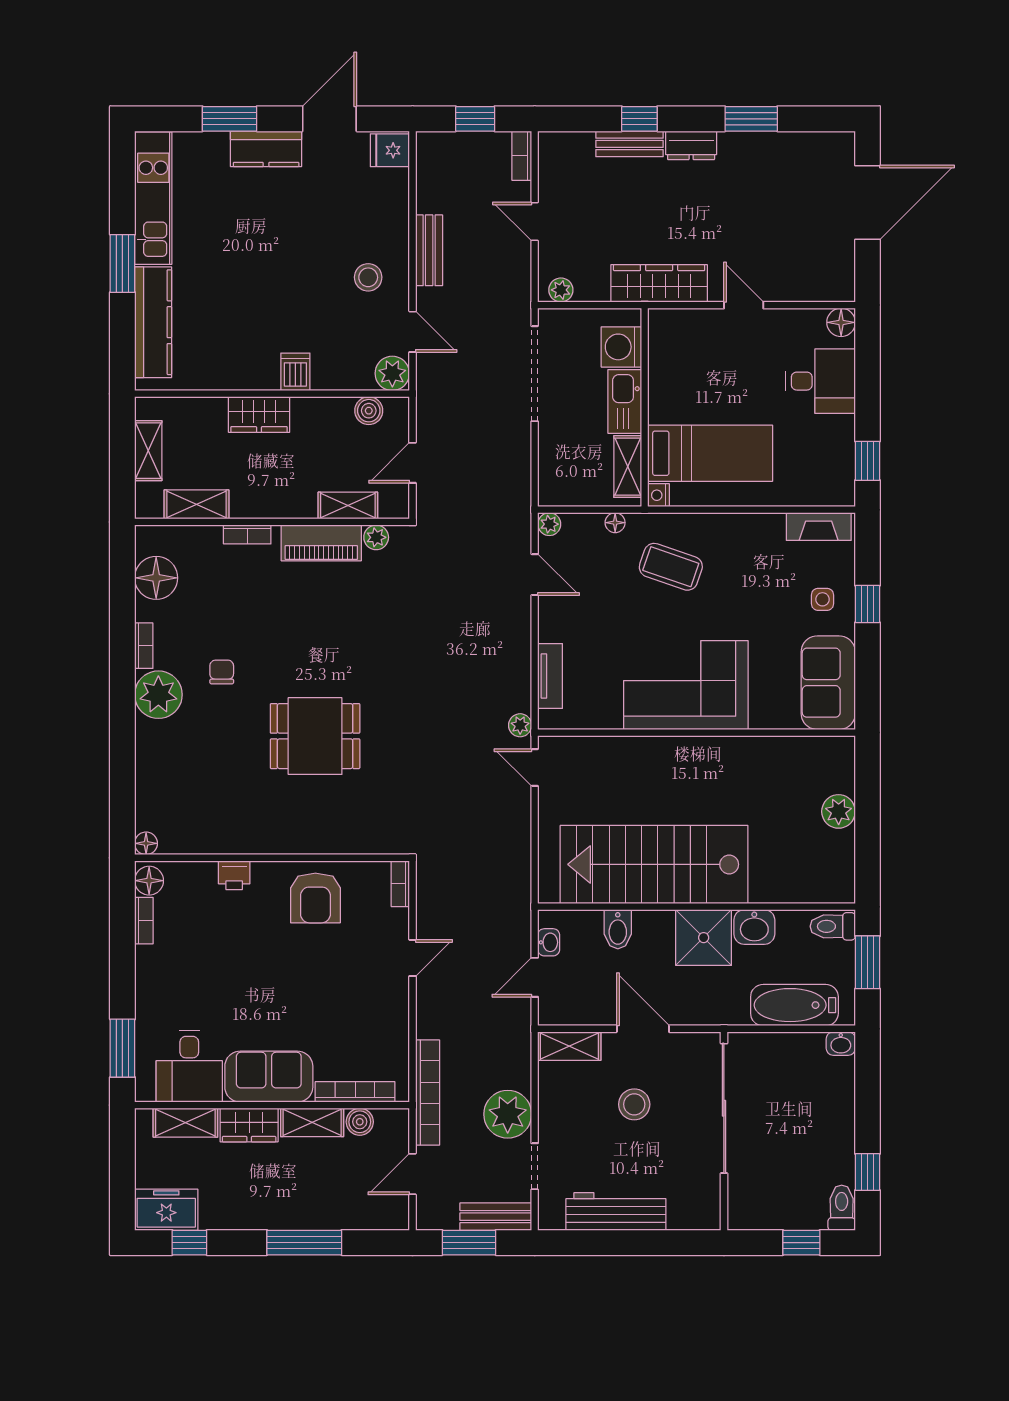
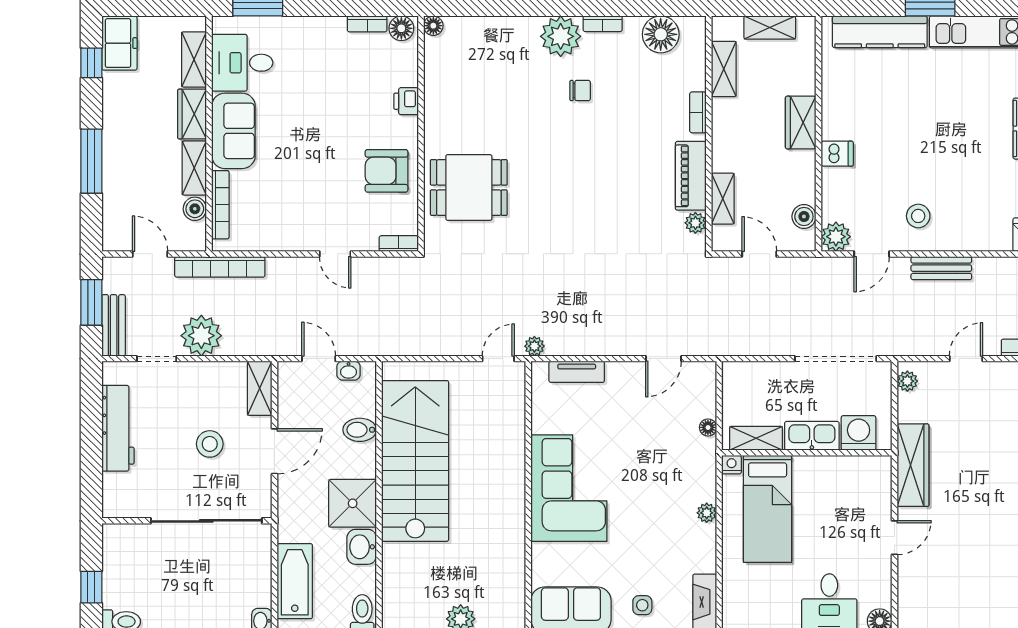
plant: (549, 524) -> (707, 513), moved
coffee table: (671, 567) -> (670, 475), removed
dining table: (315, 736) -> (469, 188), moved, turned 90

